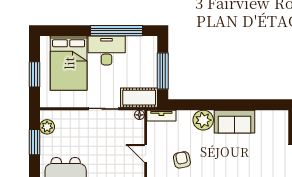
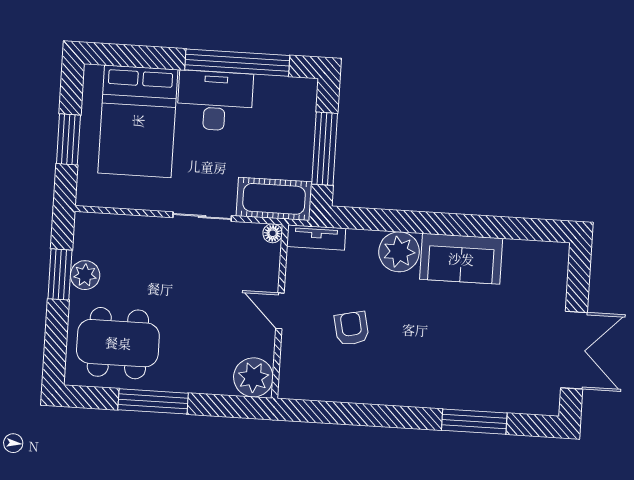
plant: (47, 127) -> (85, 275), moved

